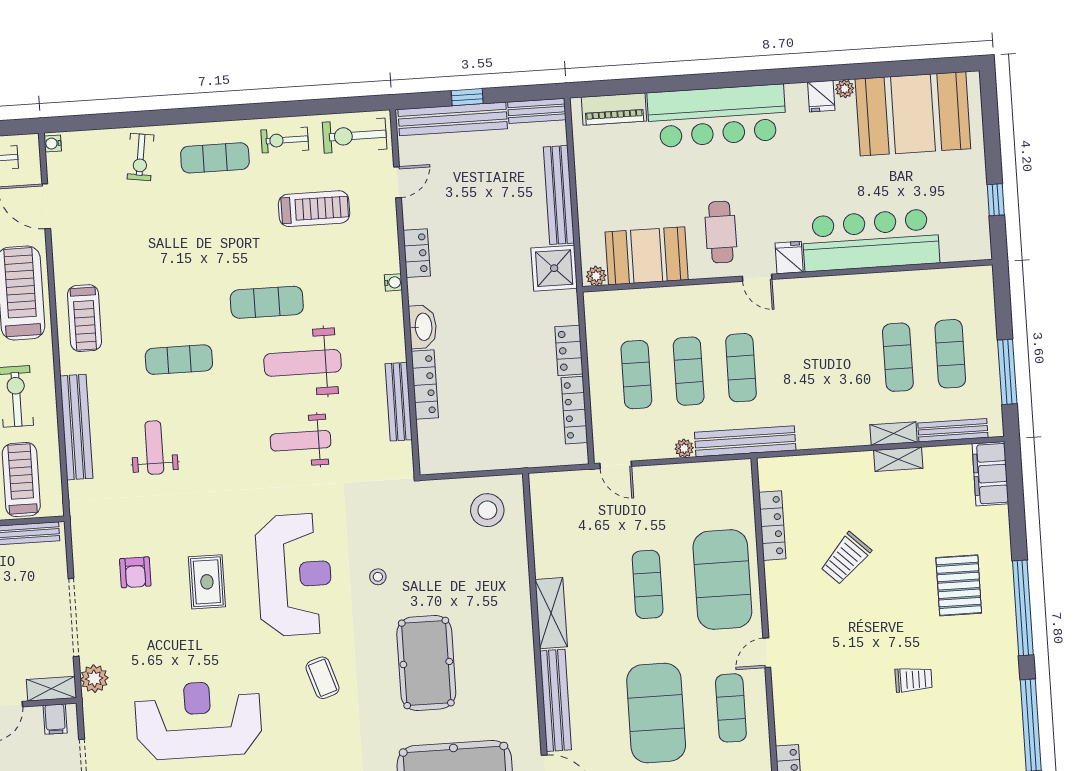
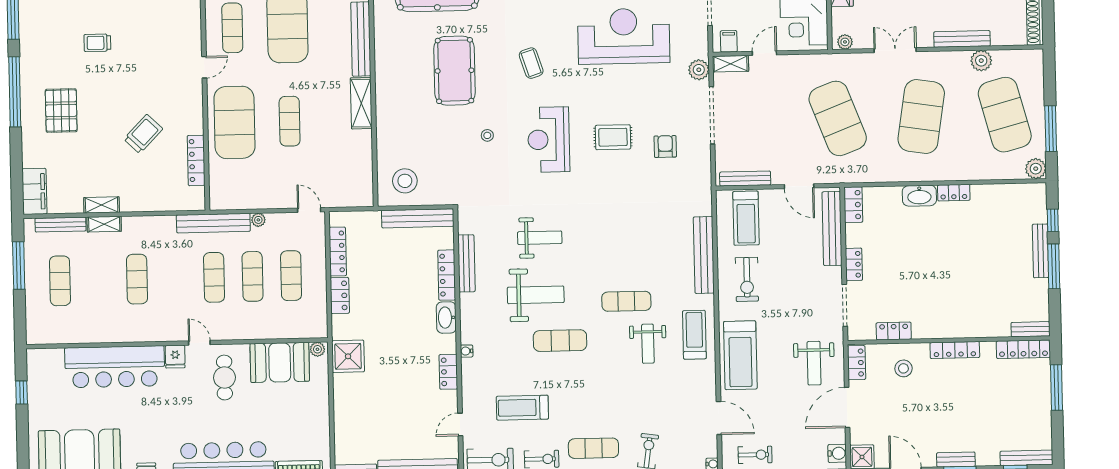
bench: (559, 195) -> (418, 218), moved, turned 90
exercise mat: (898, 357) -> (137, 279), moved
weight bench: (154, 448) -> (648, 344), moved
reception desk: (294, 575) -> (549, 140), width x0.74, depth x0.77
rug: (207, 582) -> (613, 137), turned 90
reception desk: (198, 720) -> (624, 36), turned 180

